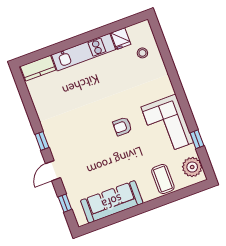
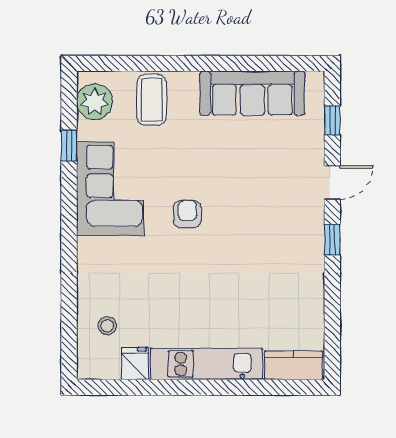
armchair: (122, 126) -> (187, 214), turned -90

